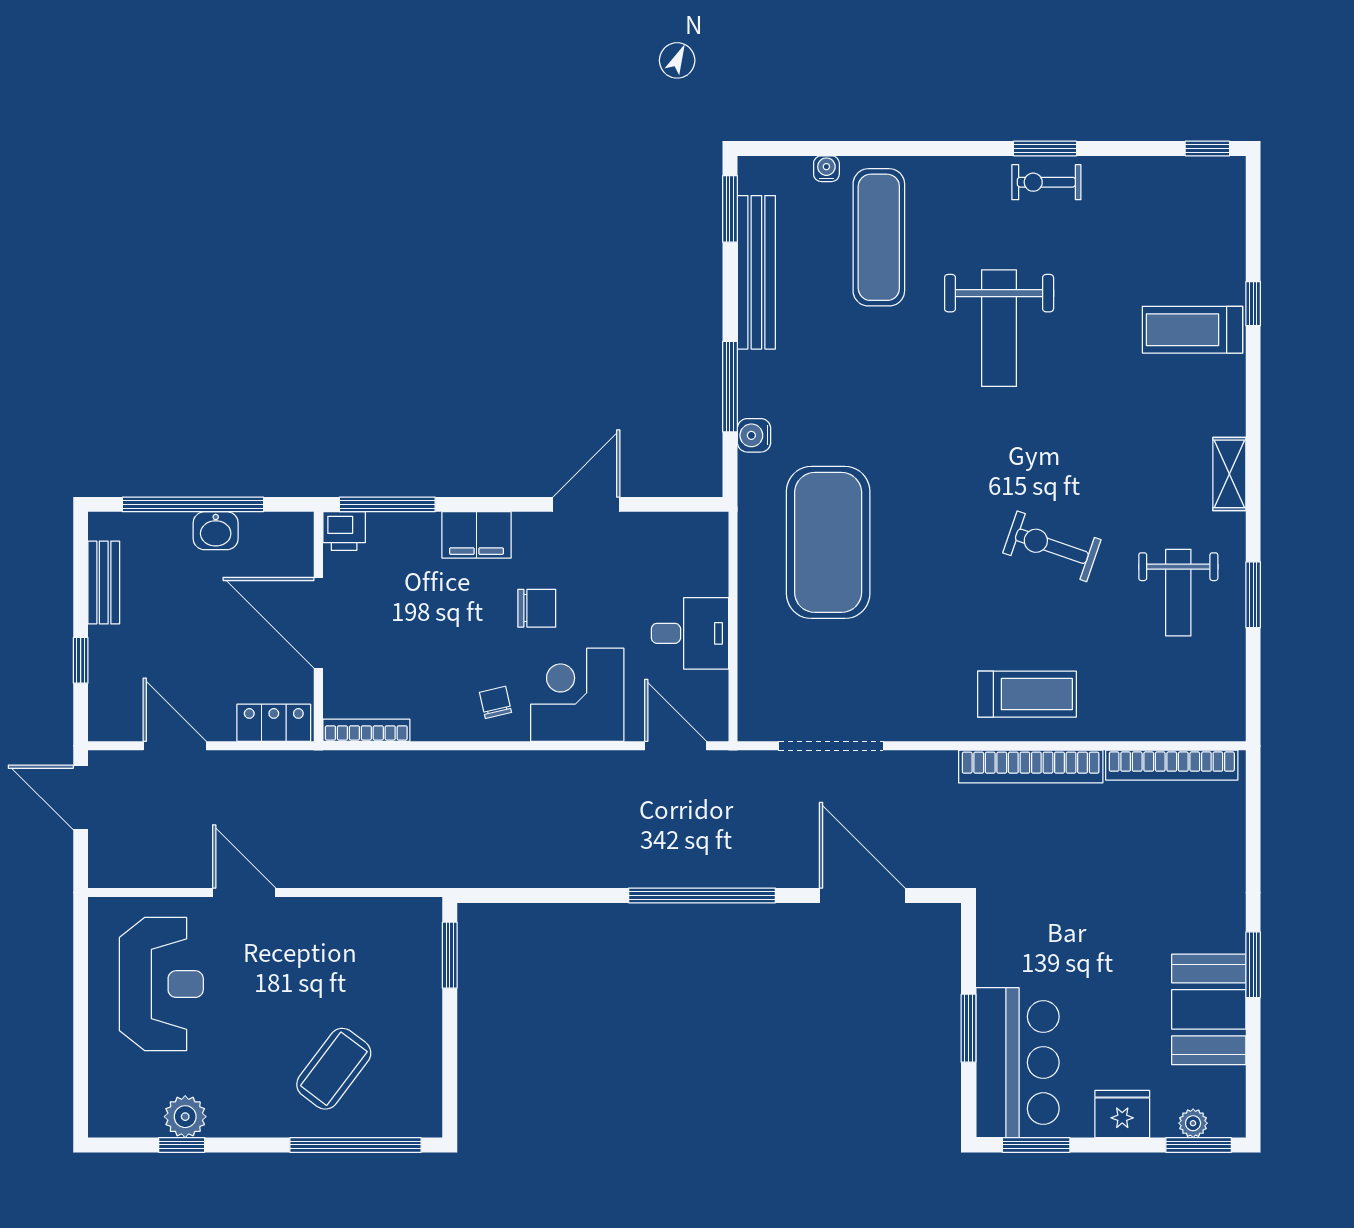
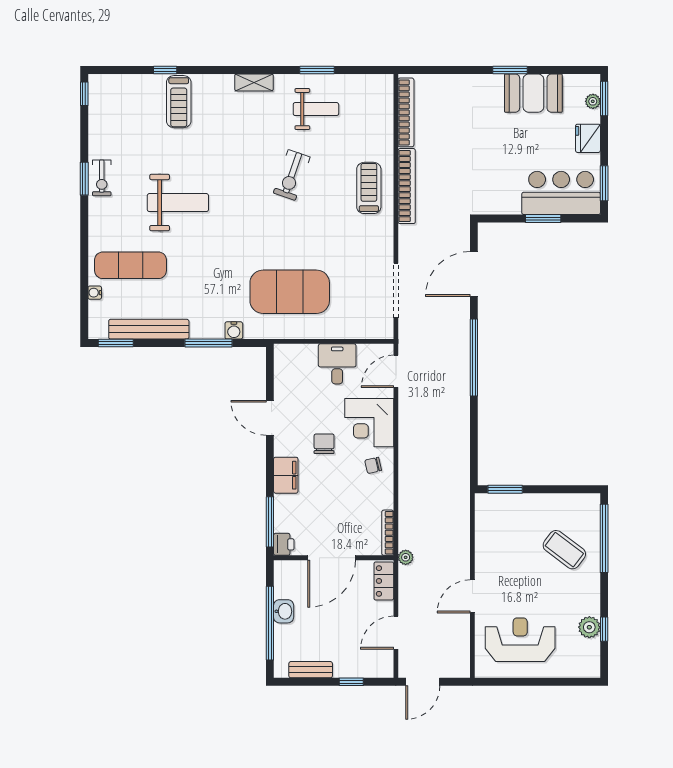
plant: (319, 765) -> (406, 557), added

